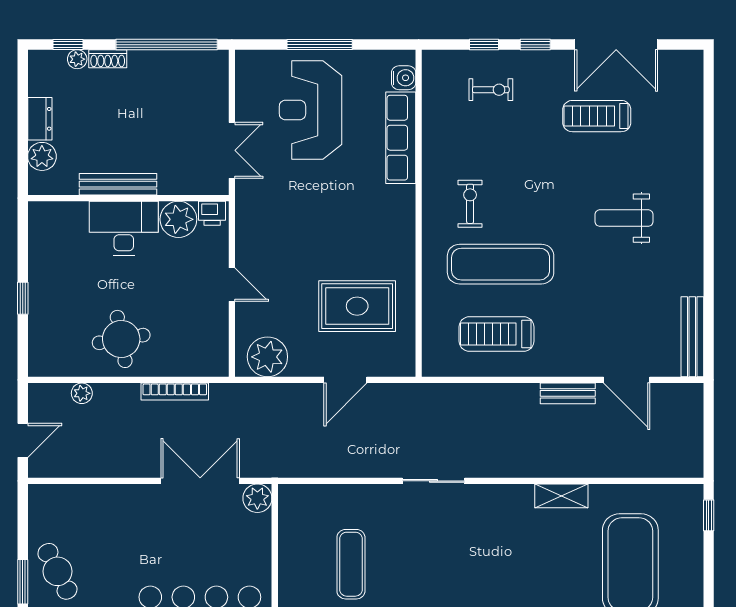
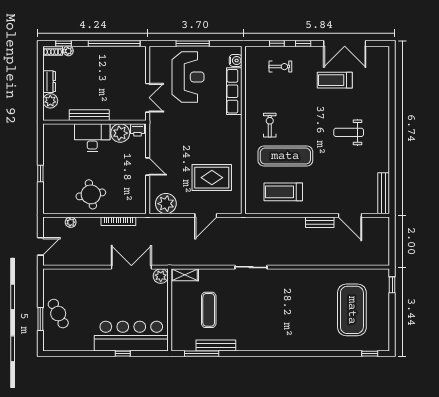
shoe rack: (108, 59) -> (53, 51), moved
reception desk: (311, 110) -> (188, 77), turned 180
shelving: (561, 496) -> (185, 275), moved

